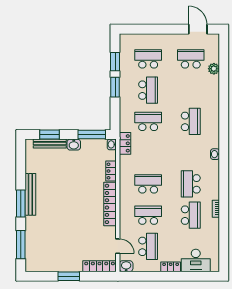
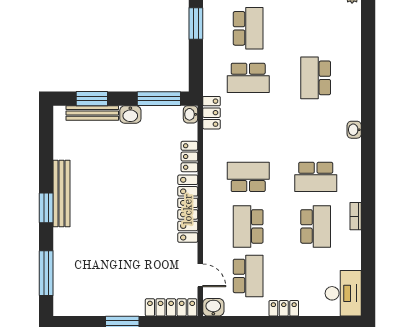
school desk: (148, 121) -> (248, 78), turned 180
school desk: (191, 121) -> (316, 78), turned 180
school desk: (191, 184) -> (316, 177), turned -90
window: (21, 203) -> (46, 208), width x0.69
school desk: (148, 215) -> (248, 226), turned -90
desk: (196, 260) -> (343, 293), moved, turned -90

